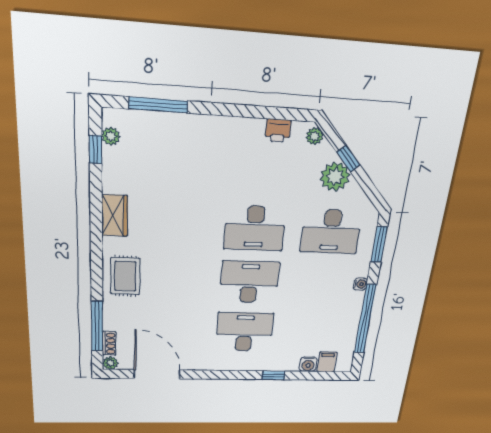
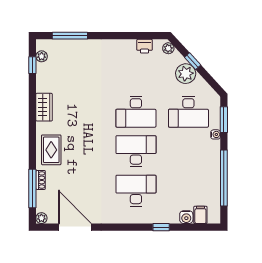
water cooler: (360, 284) -> (216, 134), moved
shoe rack: (109, 343) -> (41, 180), moved

